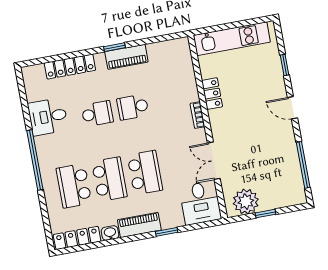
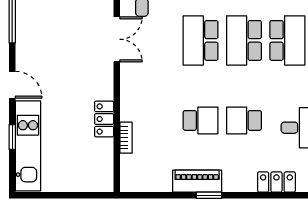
kitchen unit: (232, 39) -> (28, 146), moved, turned 90
locker: (70, 67) -> (276, 182), width x0.66
bookcase: (197, 115) -> (126, 138), moved

